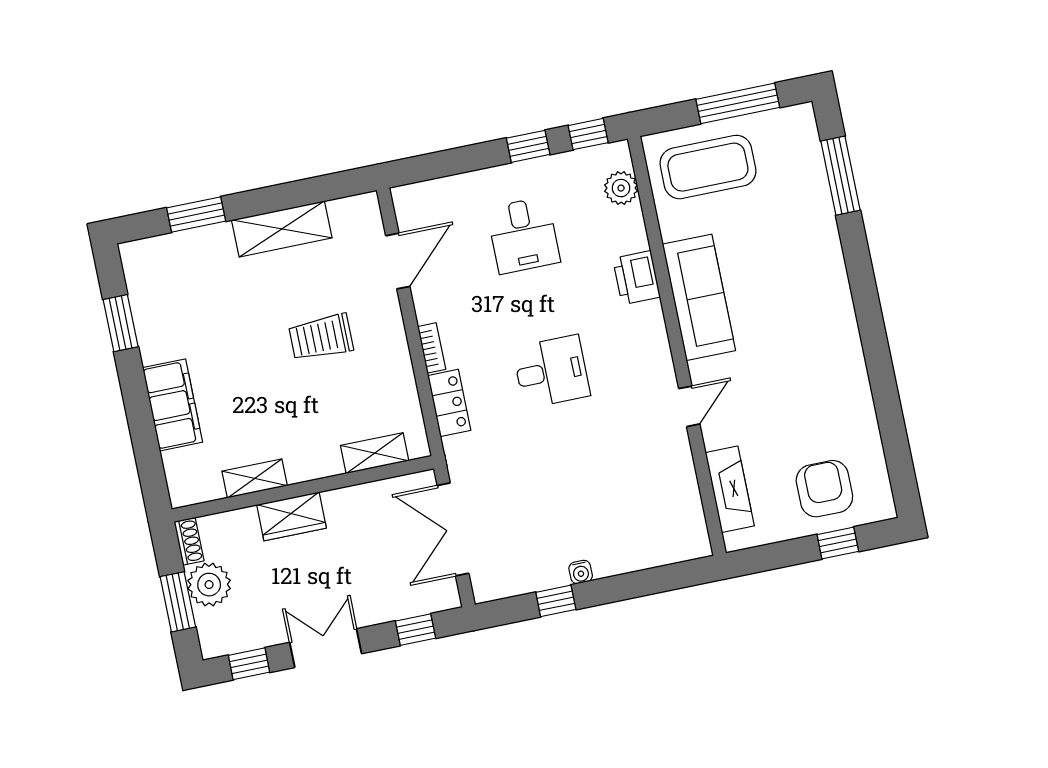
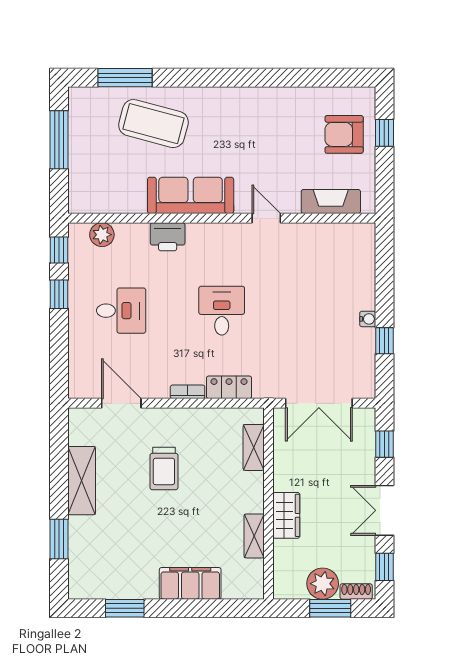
coffee table: (708, 167) -> (153, 124), moved, turned -75
shoe rack: (189, 541) -> (356, 591), moved

